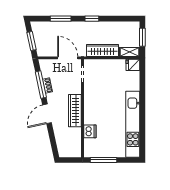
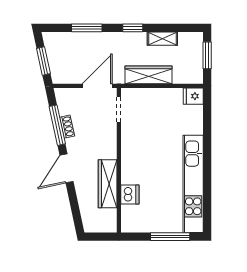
shelving: (129, 52) -> (162, 39), moved
door: (68, 58) -> (97, 86), hinge flipped
wardrobe: (75, 111) -> (108, 184), moved
window: (104, 160) -> (170, 237), moved

